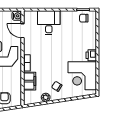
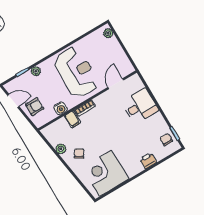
water cooler: (17, 16) -> (61, 109), moved
printer: (91, 55) -> (148, 161), moved
filing cabinet: (30, 81) -> (72, 119), width x0.50

